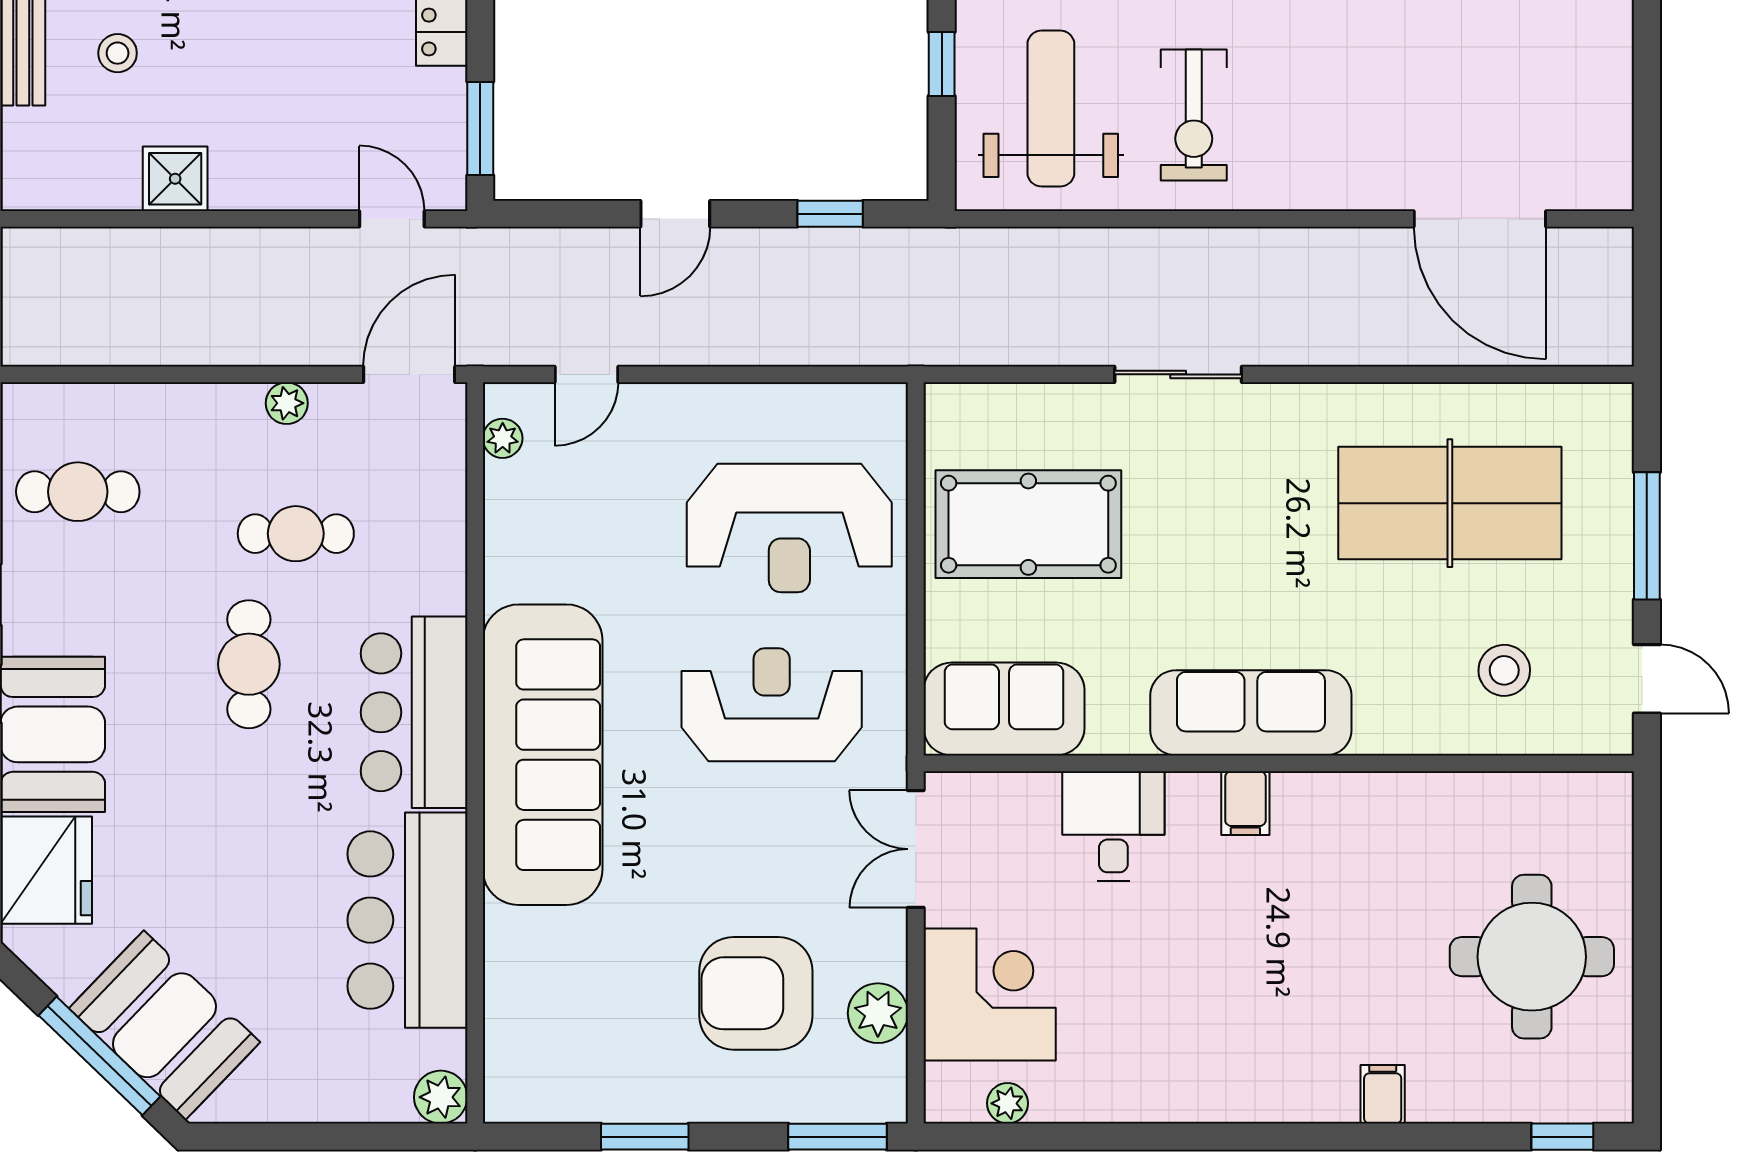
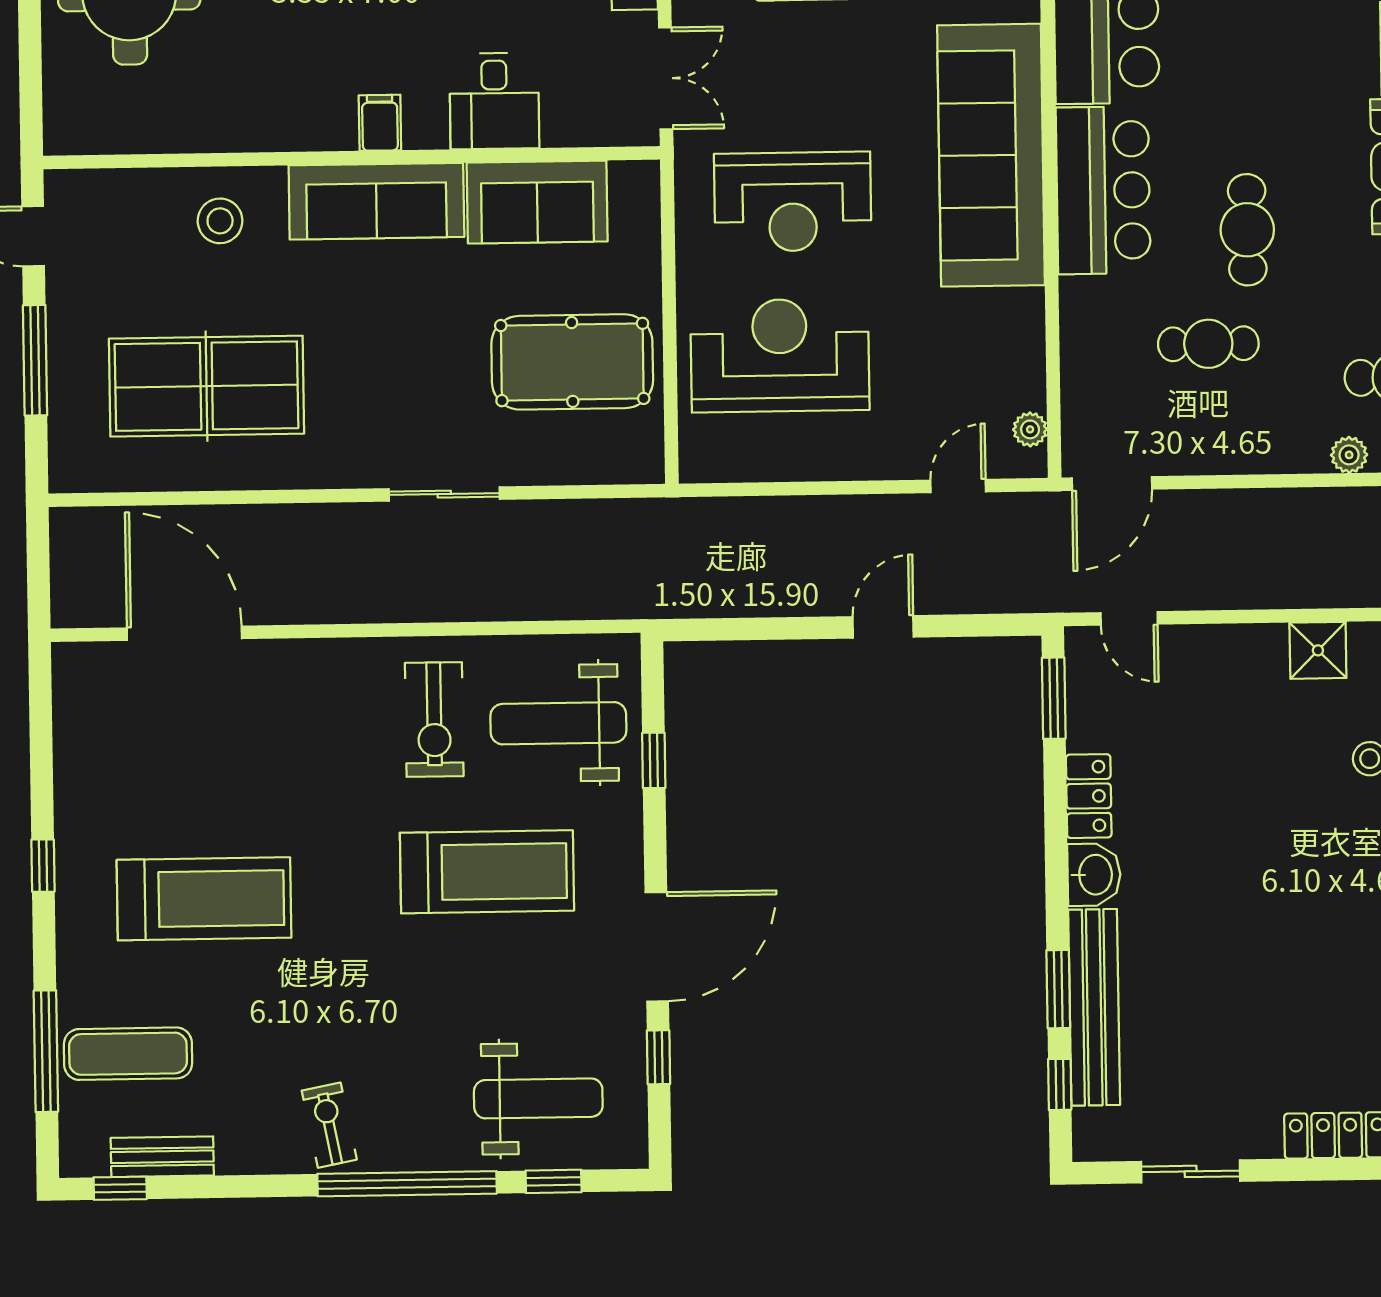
weight bench: (1051, 109) -> (558, 723), turned 90
exercise bike: (1194, 115) -> (434, 720), turned 180
window: (830, 214) -> (749, 629), removed
plant: (287, 403) -> (1349, 455), moved
stool: (1504, 670) -> (220, 221), moved
sofa: (1004, 709) -> (537, 202), moved

